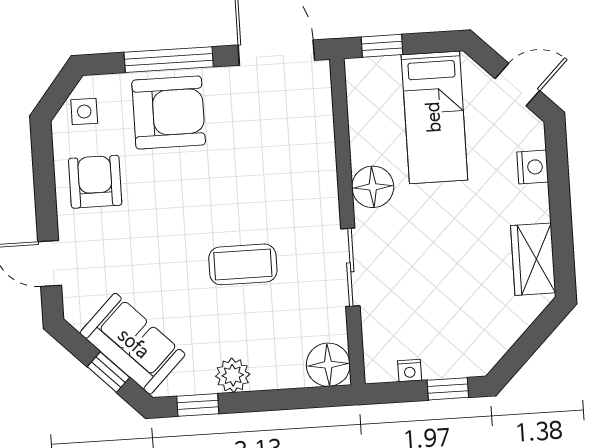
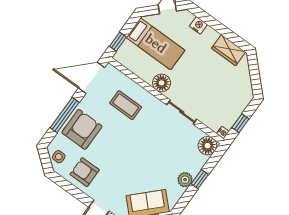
coffee table: (243, 264) -> (126, 105), moved, turned 90
nightstand: (410, 371) -> (223, 133), moved
window: (448, 389) -> (240, 123), moved
window: (198, 405) -> (200, 179), moved

